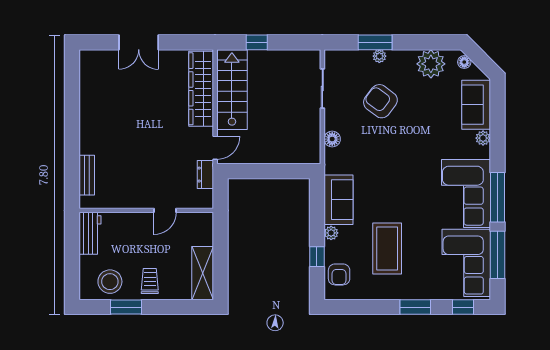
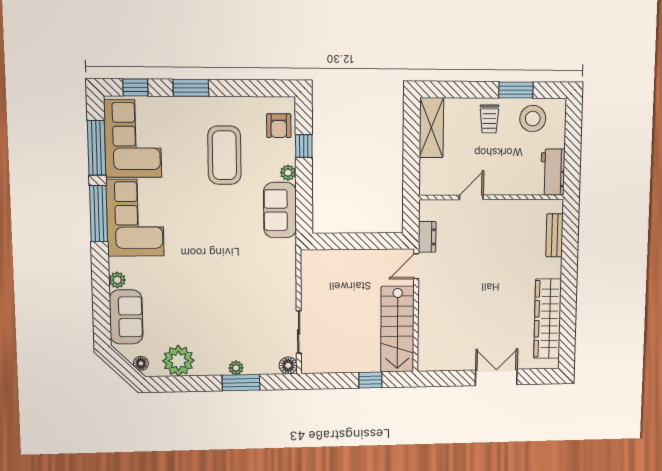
wardrobe: (201, 89) -> (548, 319), moved, turned 180
armchair: (380, 101) -> (234, 319), removed
floor lamp: (332, 139) -> (288, 365), moved
armchair: (339, 274) -> (279, 126), turned 180

